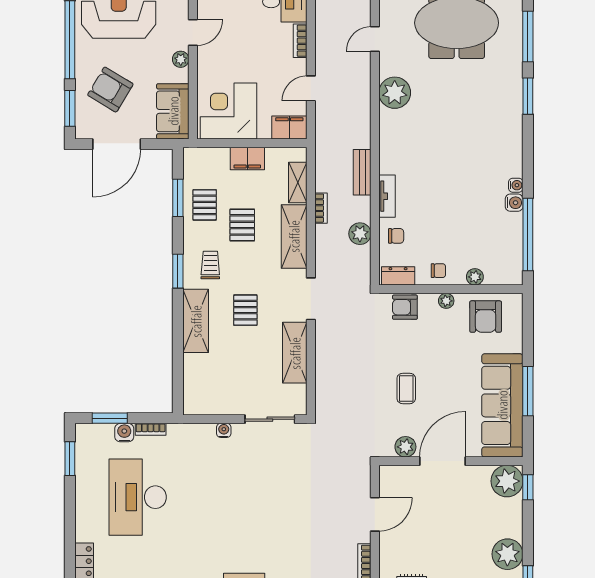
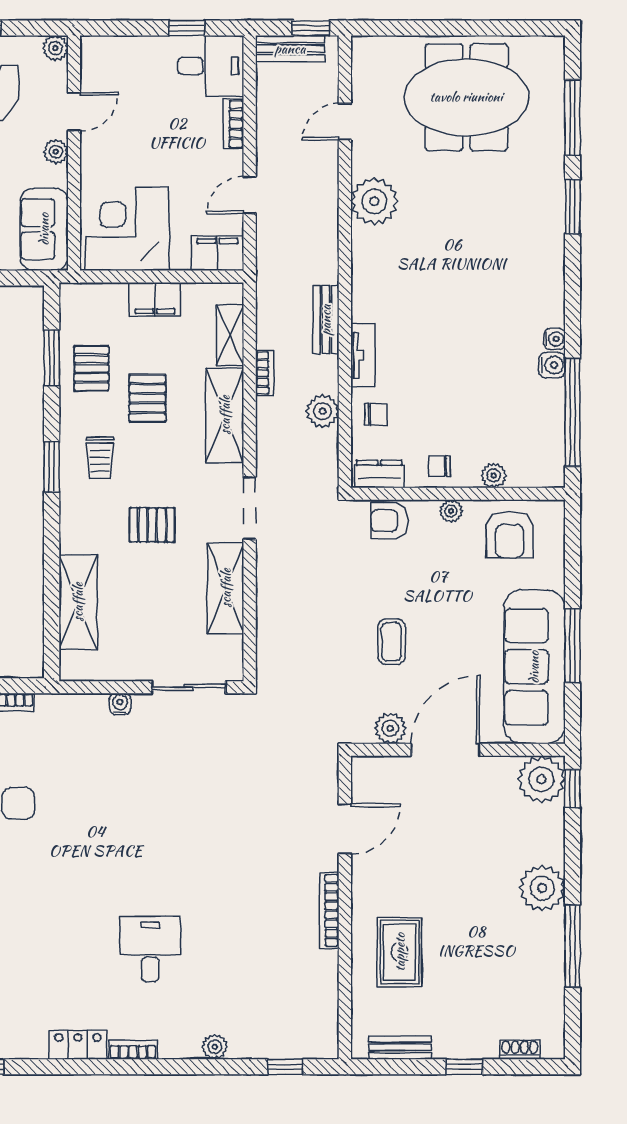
trolley: (210, 265) -> (100, 458), turned 180
chair: (438, 271) -> (439, 466), turned 180
pallet: (245, 310) -> (152, 525), turned 90
shelving: (196, 321) -> (78, 602), moved

